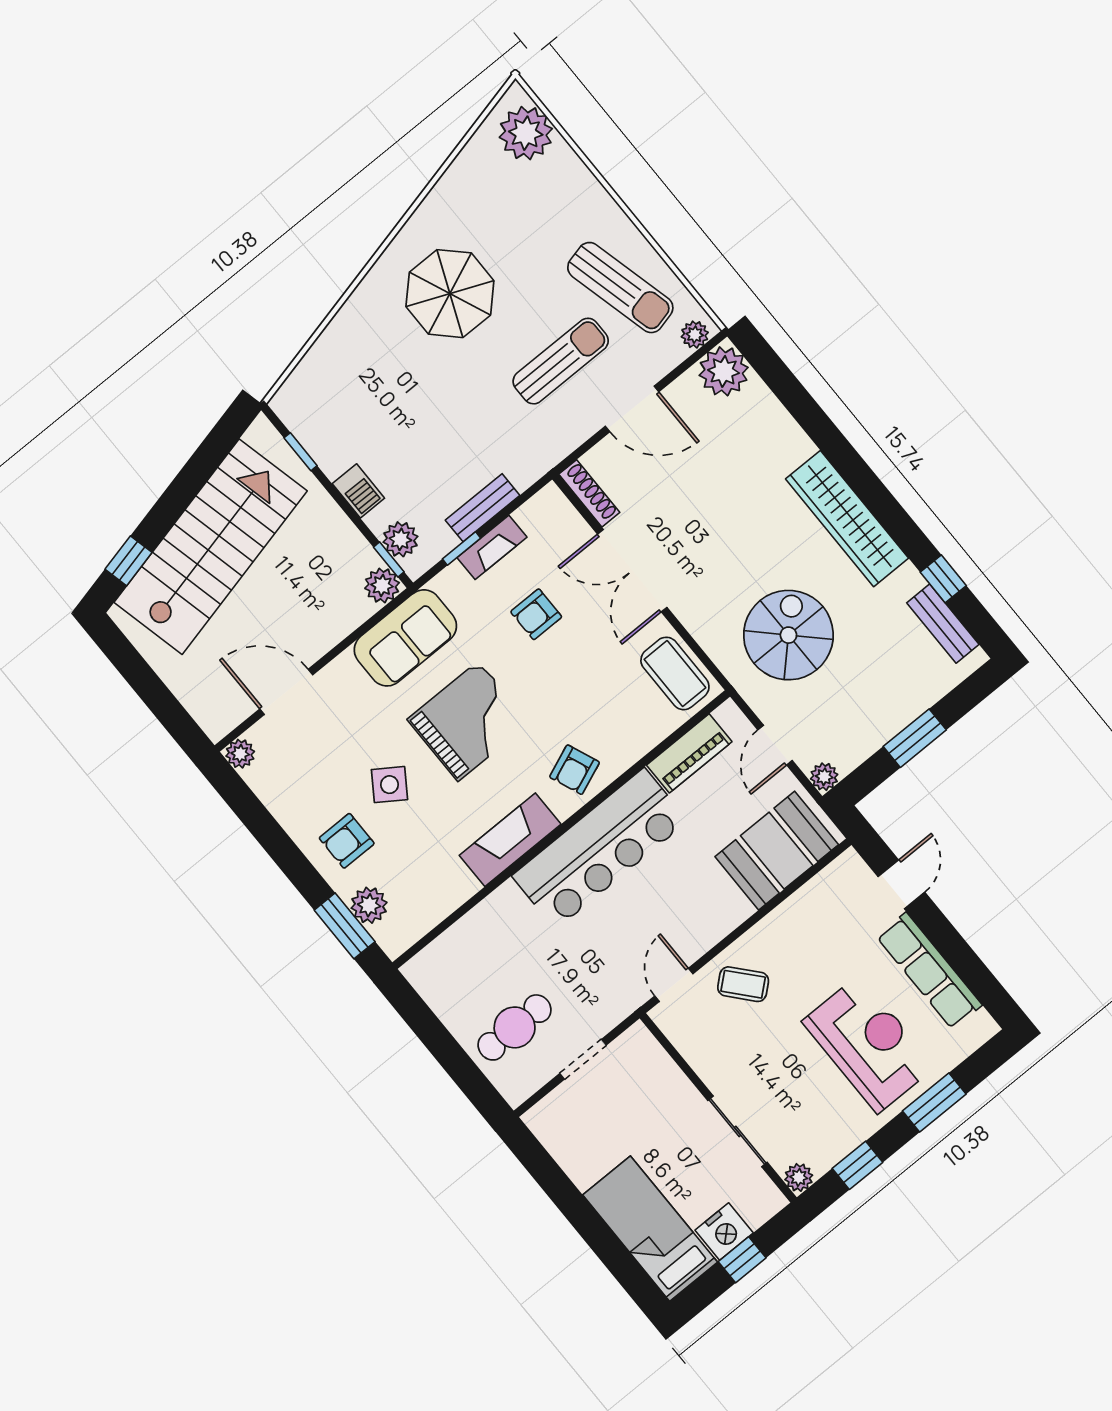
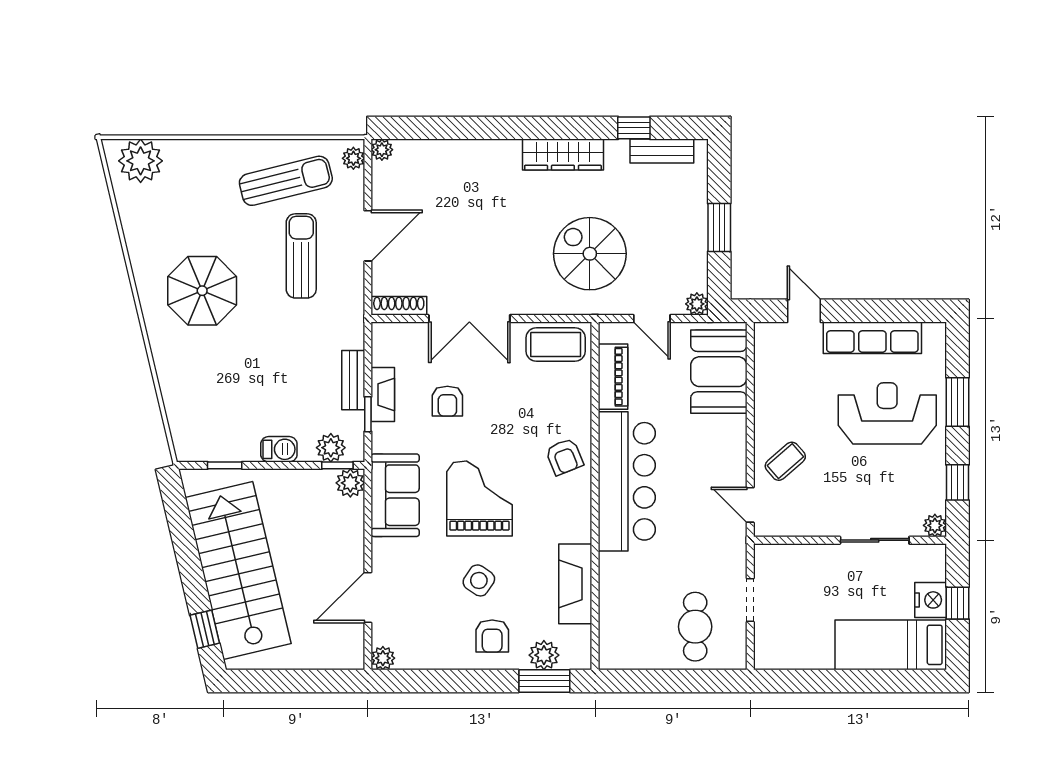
plant: (724, 371) -> (382, 150), width x0.53, depth x0.53
wardrobe: (847, 519) -> (563, 155), width x0.71, depth x0.85
fireplace: (510, 840) -> (575, 584), moved

